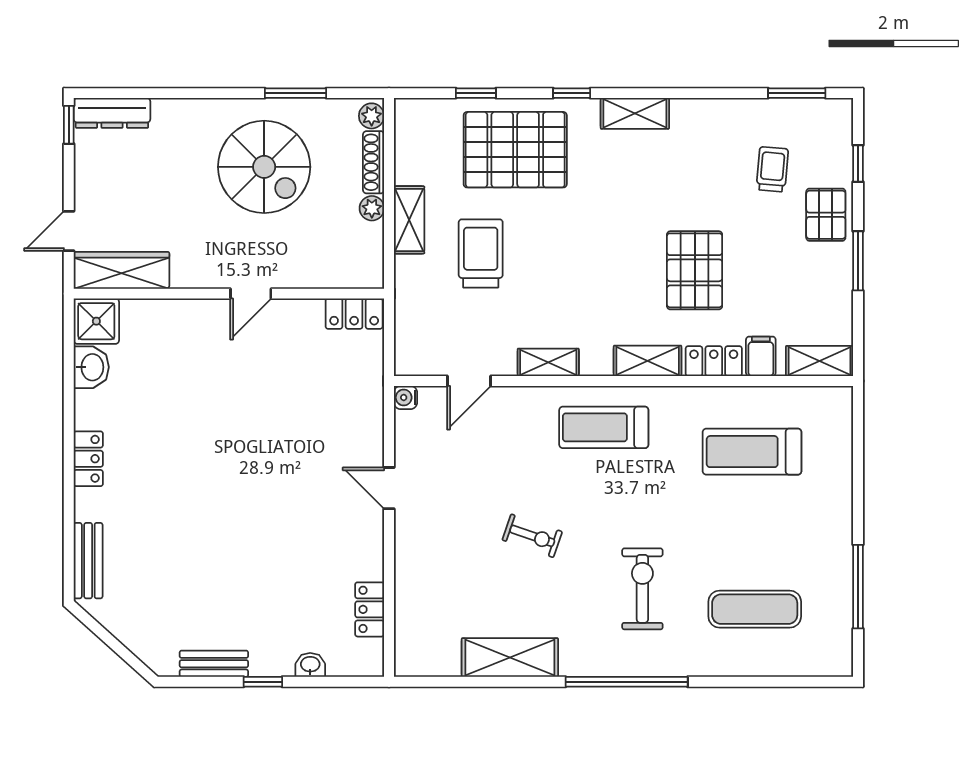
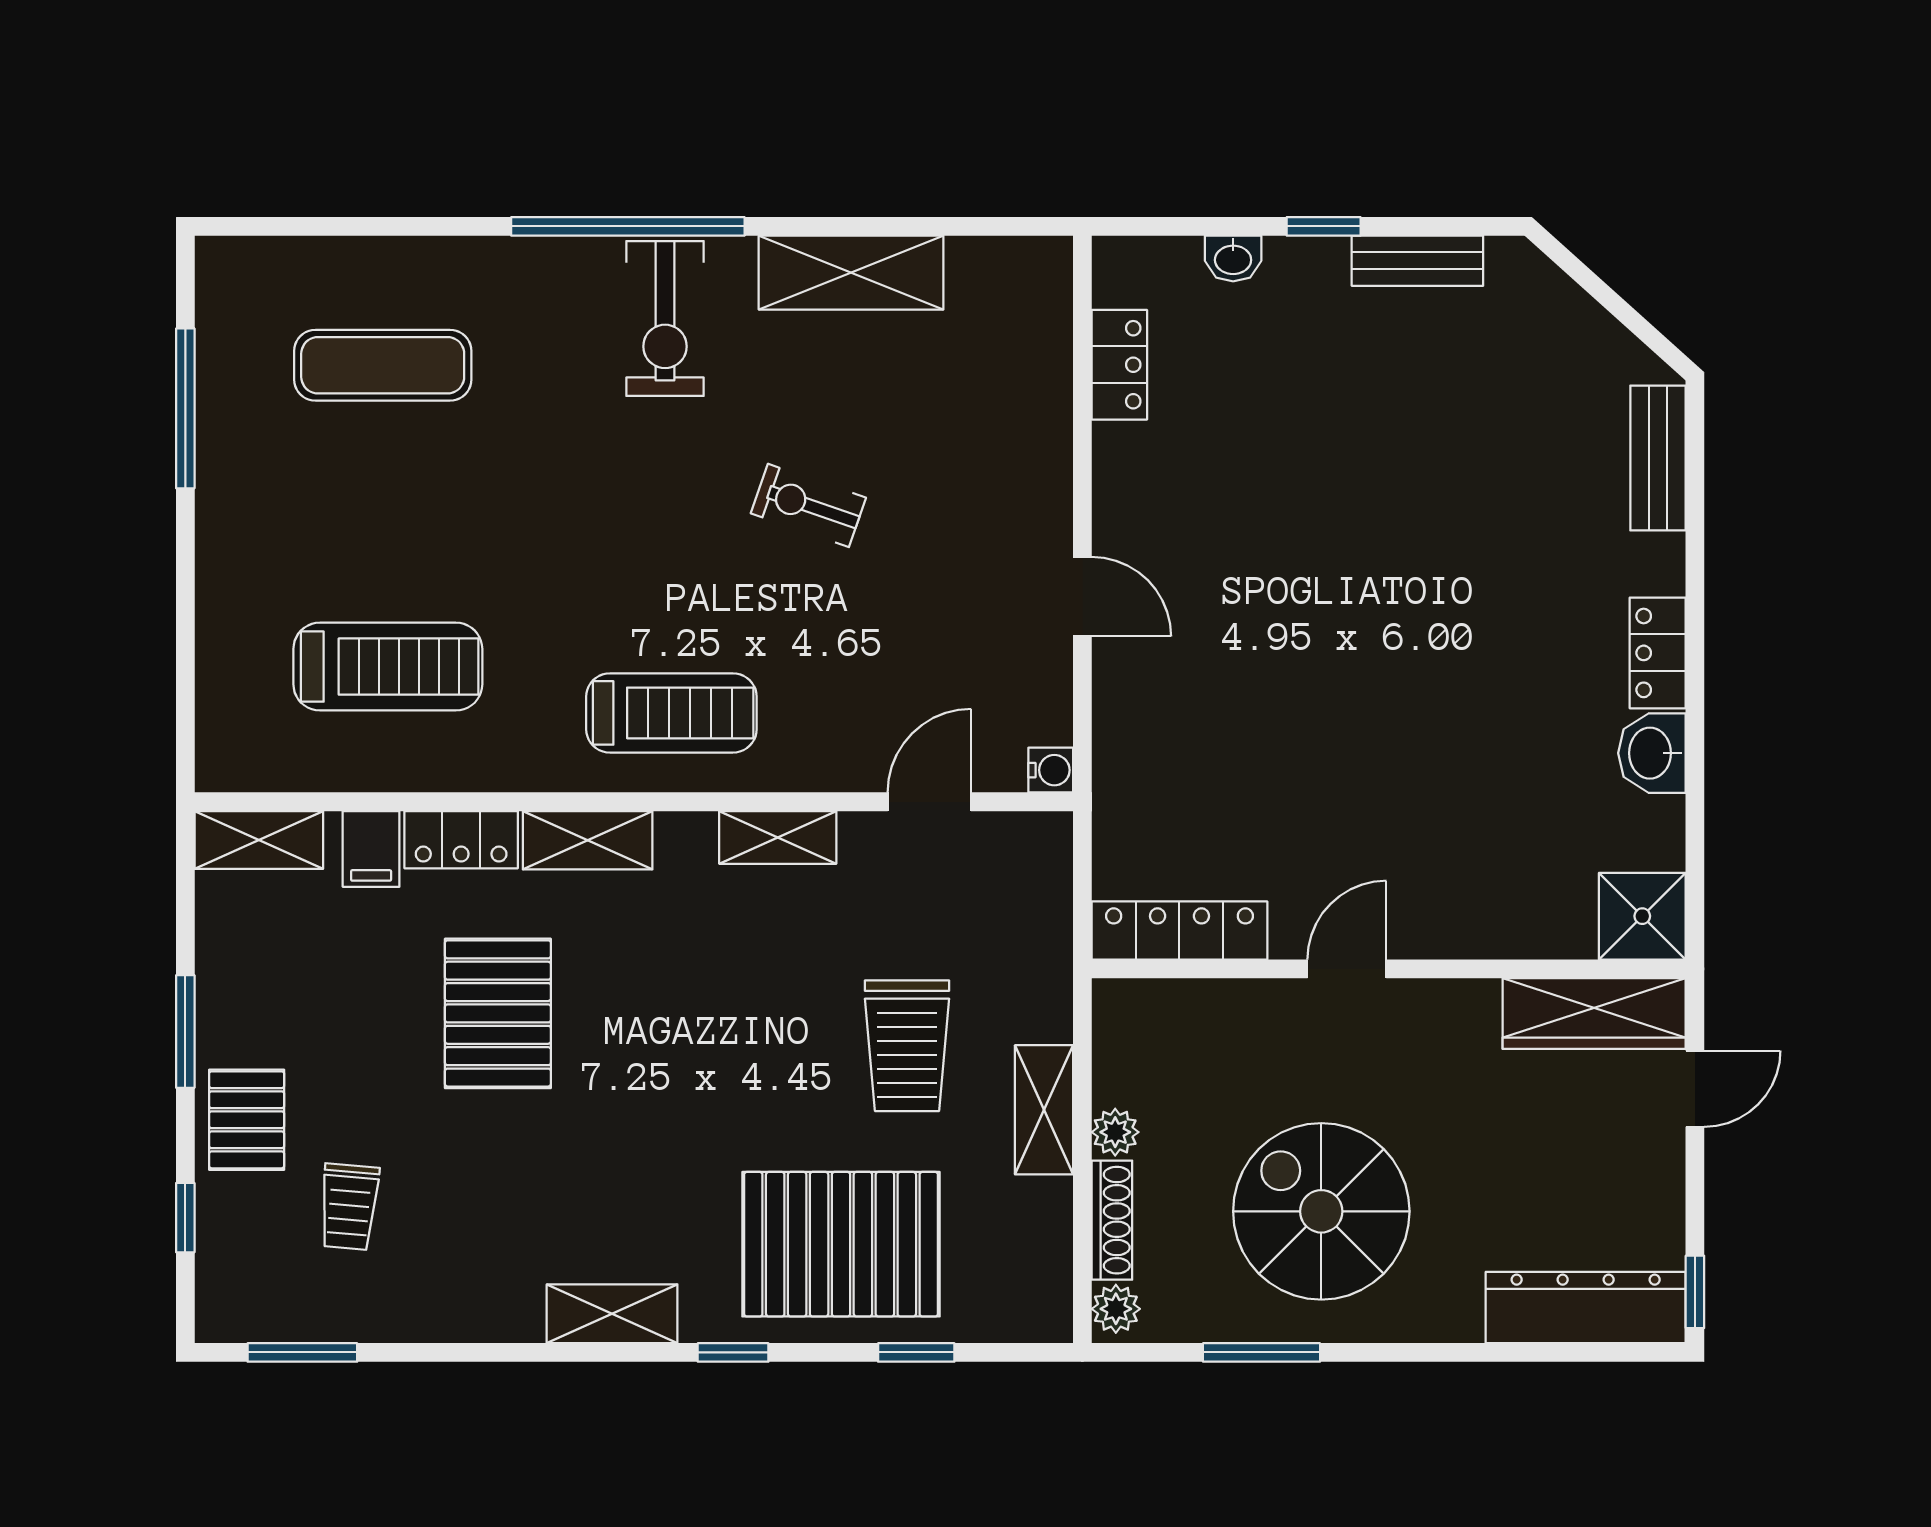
dresser: (112, 113) -> (1586, 1307), width x1.37, depth x1.24
locker: (354, 314) -> (1179, 930), width x1.53
washbasin: (91, 367) -> (1652, 753), moved
exercise bike: (642, 589) -> (665, 319), moved

